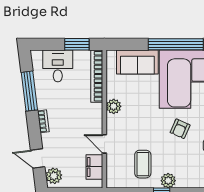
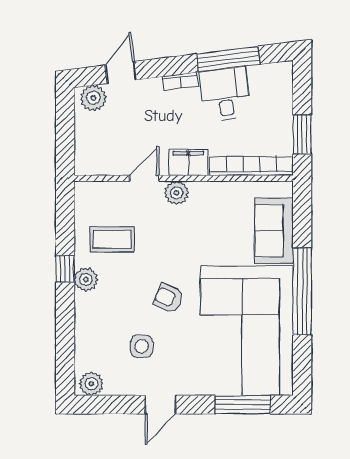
desk: (58, 66) -> (225, 94), moved, turned -97
plant: (114, 106) -> (177, 193), moved
filing cabinet: (94, 167) -> (188, 162), moved

